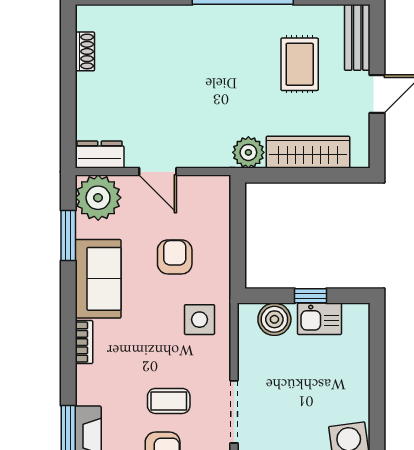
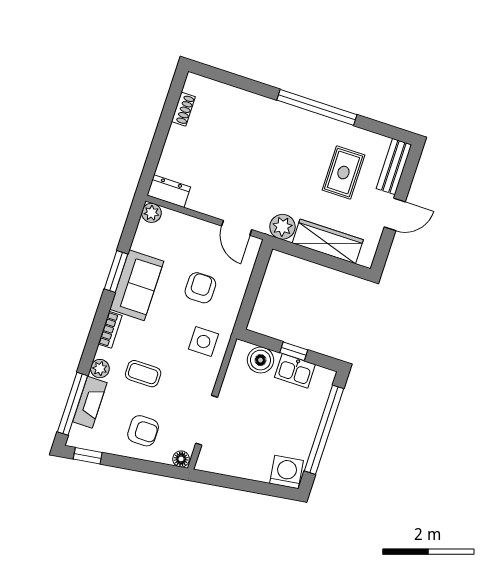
door: (158, 172) -> (237, 228), moved
plant: (98, 198) -> (151, 213), width x0.53, depth x0.53
window: (68, 235) -> (116, 271), moved
window: (377, 377) -> (324, 430), added
plant: (87, 392) -> (100, 369), added
coffee table: (169, 401) -> (143, 374), moved

